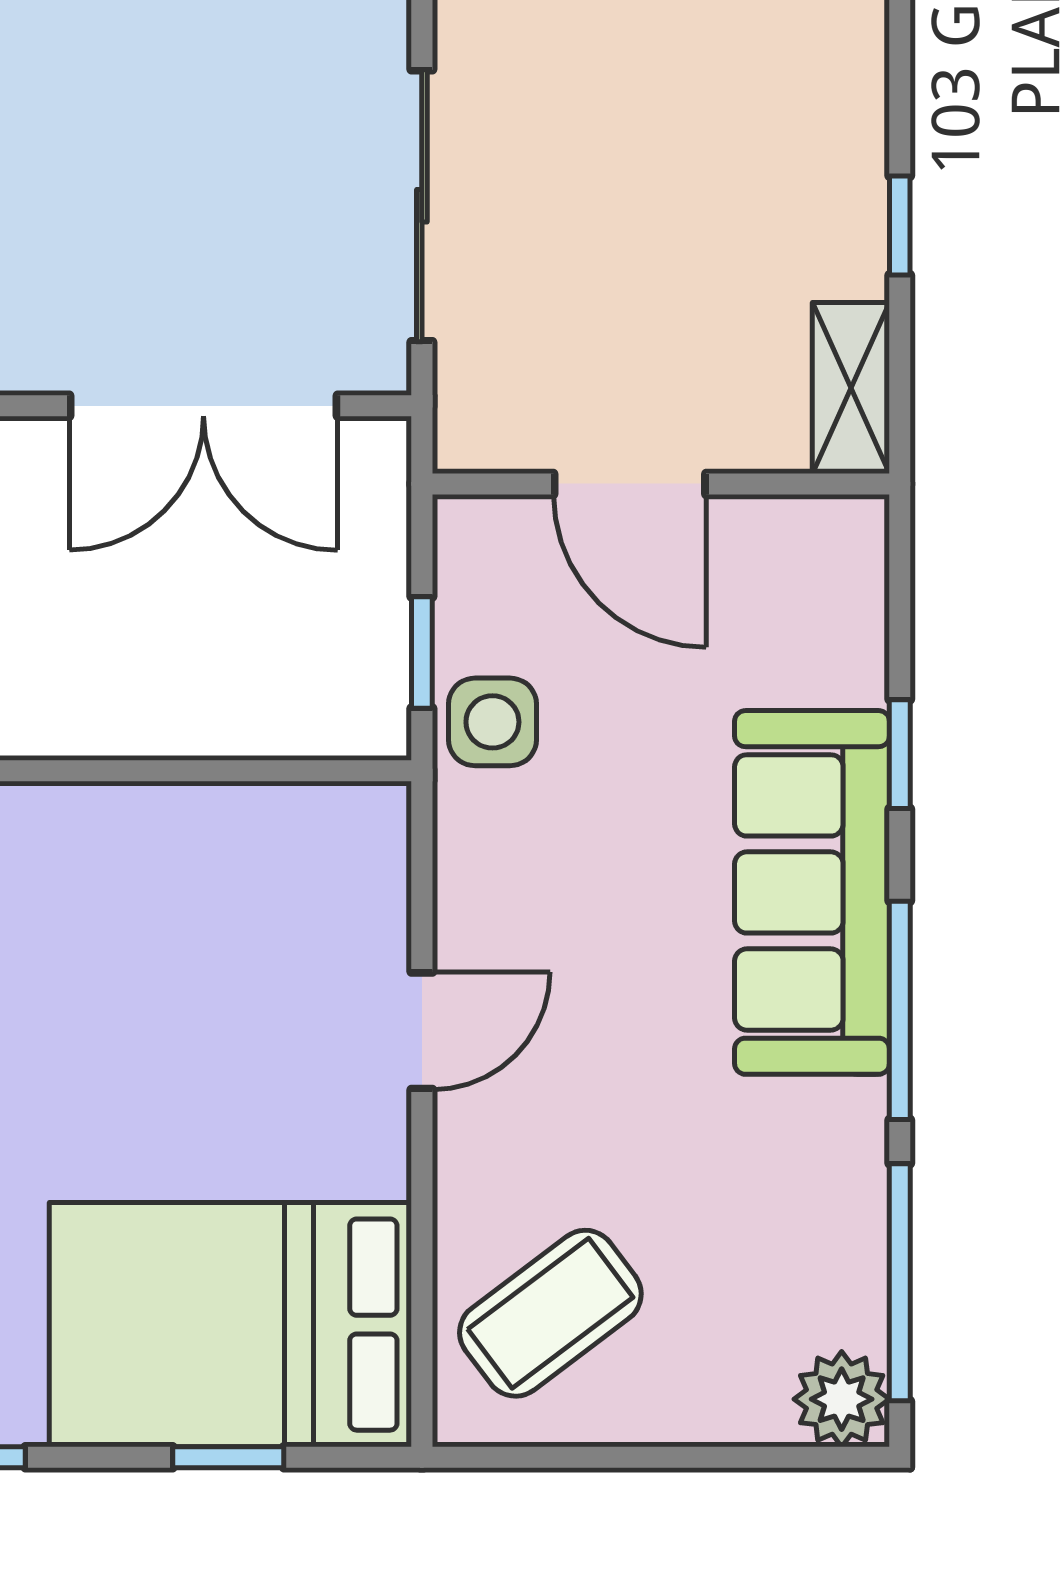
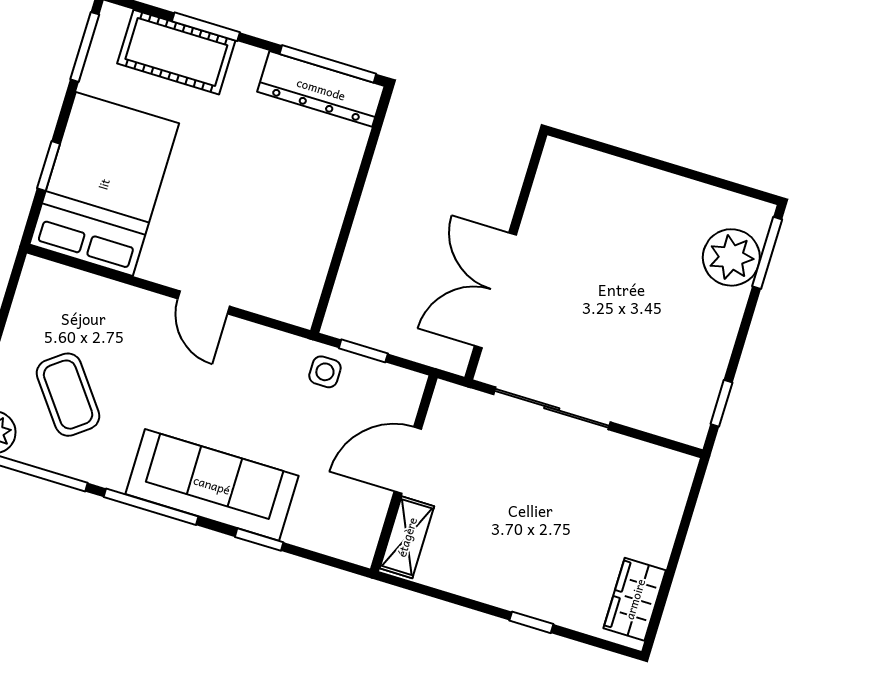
window: (900, 226) -> (531, 622), moved
shelving: (851, 388) -> (407, 537), moved, turned 90
side table: (492, 722) -> (325, 372), width x0.73, depth x0.73
coffee table: (550, 1313) -> (68, 395), moved

